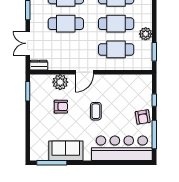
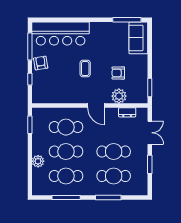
plant: (146, 34) -> (38, 161), moved
dresser: (39, 65) -> (127, 112), moved
door: (84, 72) -> (96, 106), swing flipped
sofa: (66, 151) -> (138, 38), moved, turned 90

